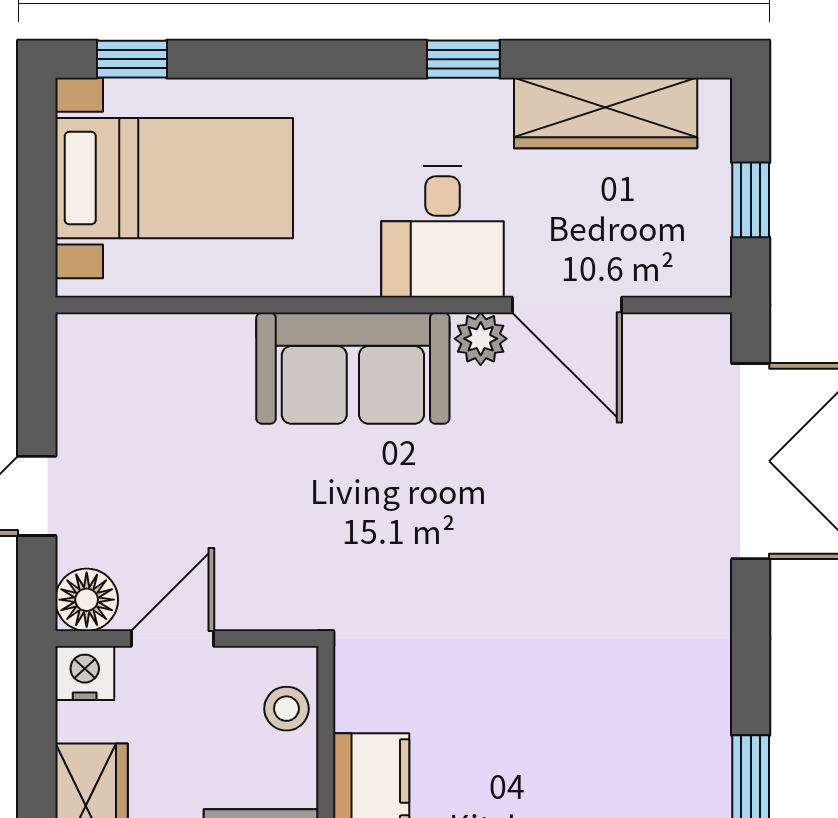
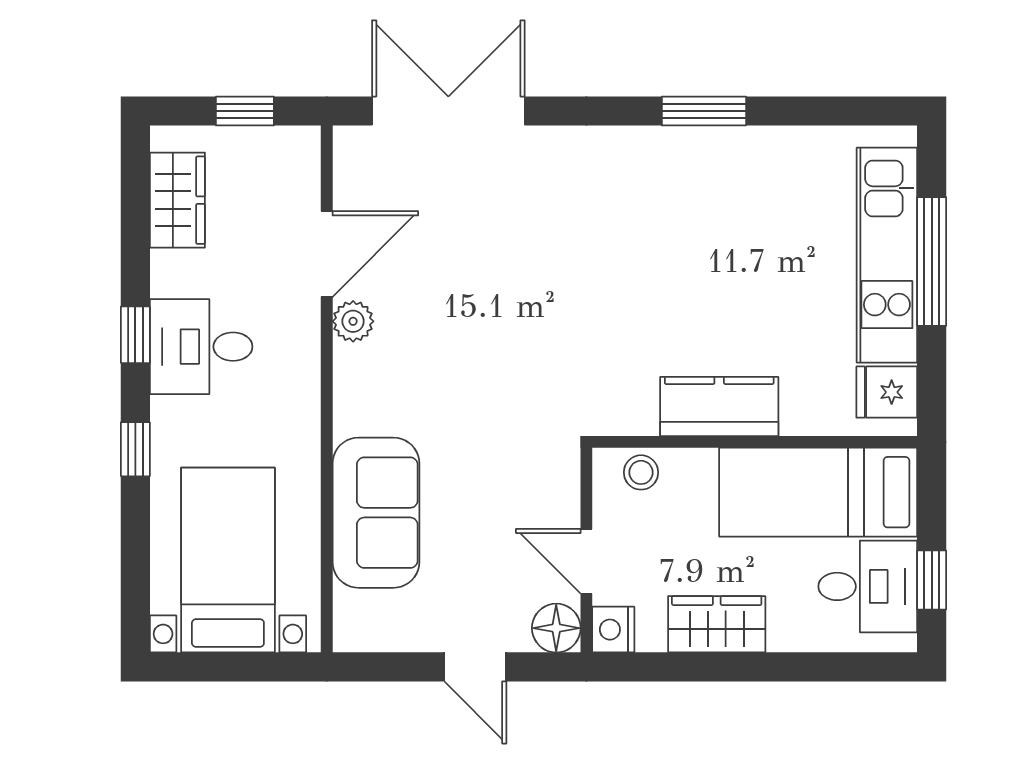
window: (132, 59) -> (135, 449), moved
wardrobe: (606, 113) -> (177, 200), width x0.67
desk: (443, 232) -> (201, 347), moved, turned 180
sofa: (353, 368) -> (376, 513), moved

